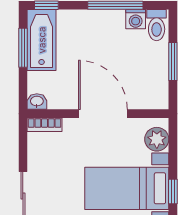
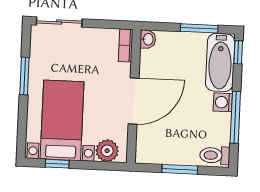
washing machine: (136, 19) -> (223, 102), moved
bathtub: (42, 40) -> (220, 63), moved, turned 90

